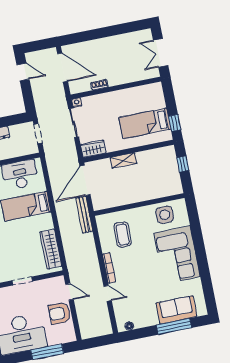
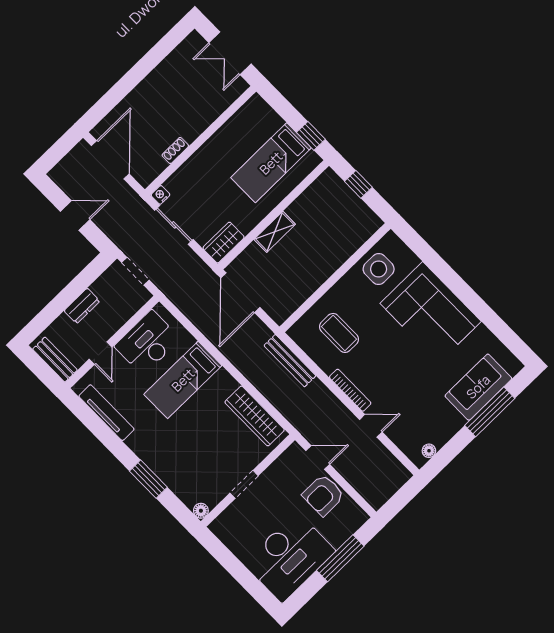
door: (63, 68) -> (110, 160), hinge flipped
door: (23, 72) -> (75, 216), moved
bench: (84, 215) -> (290, 361), moved

